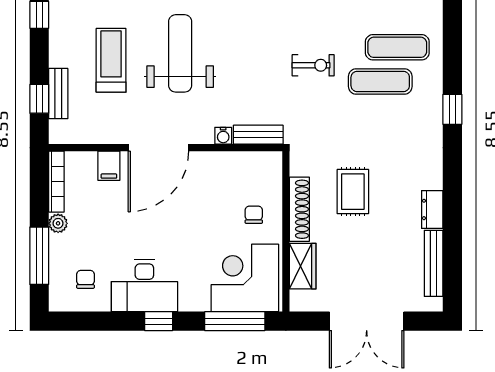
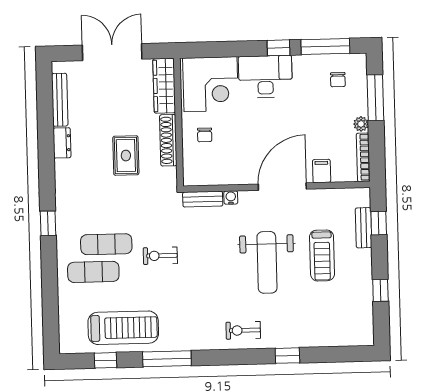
wardrobe: (303, 266) -> (164, 86), width x1.50
desk: (144, 286) -> (265, 77), moved
window: (235, 321) -> (325, 47), moved

